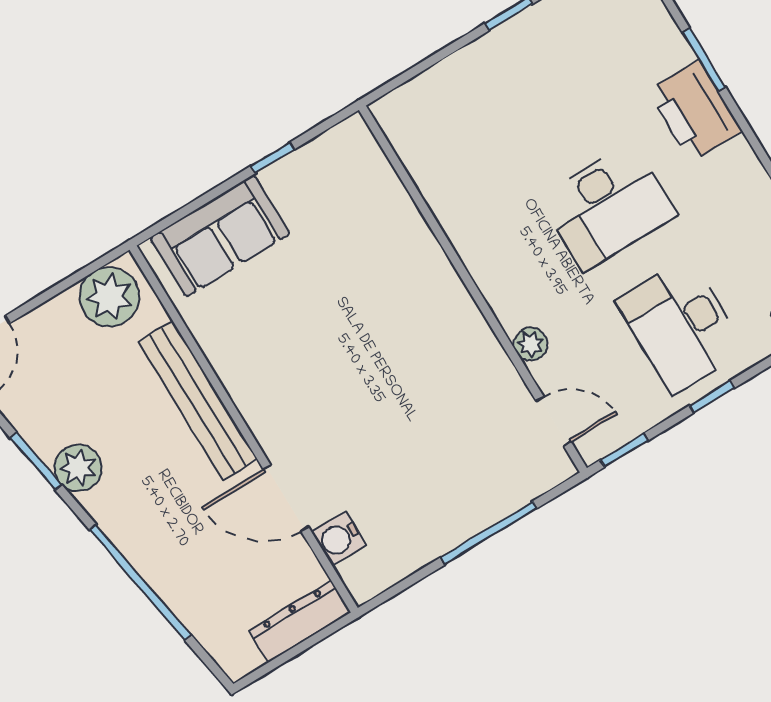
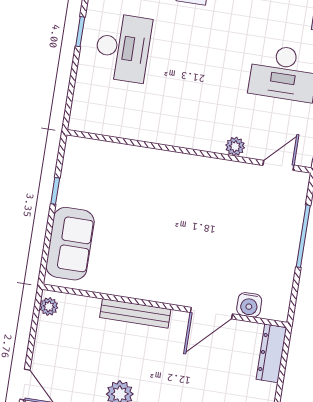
desk: (608, 207) -> (123, 48), moved
plant: (109, 297) -> (49, 307), width x0.53, depth x0.53
bench: (198, 400) -> (135, 313), width x0.73, depth x0.82

